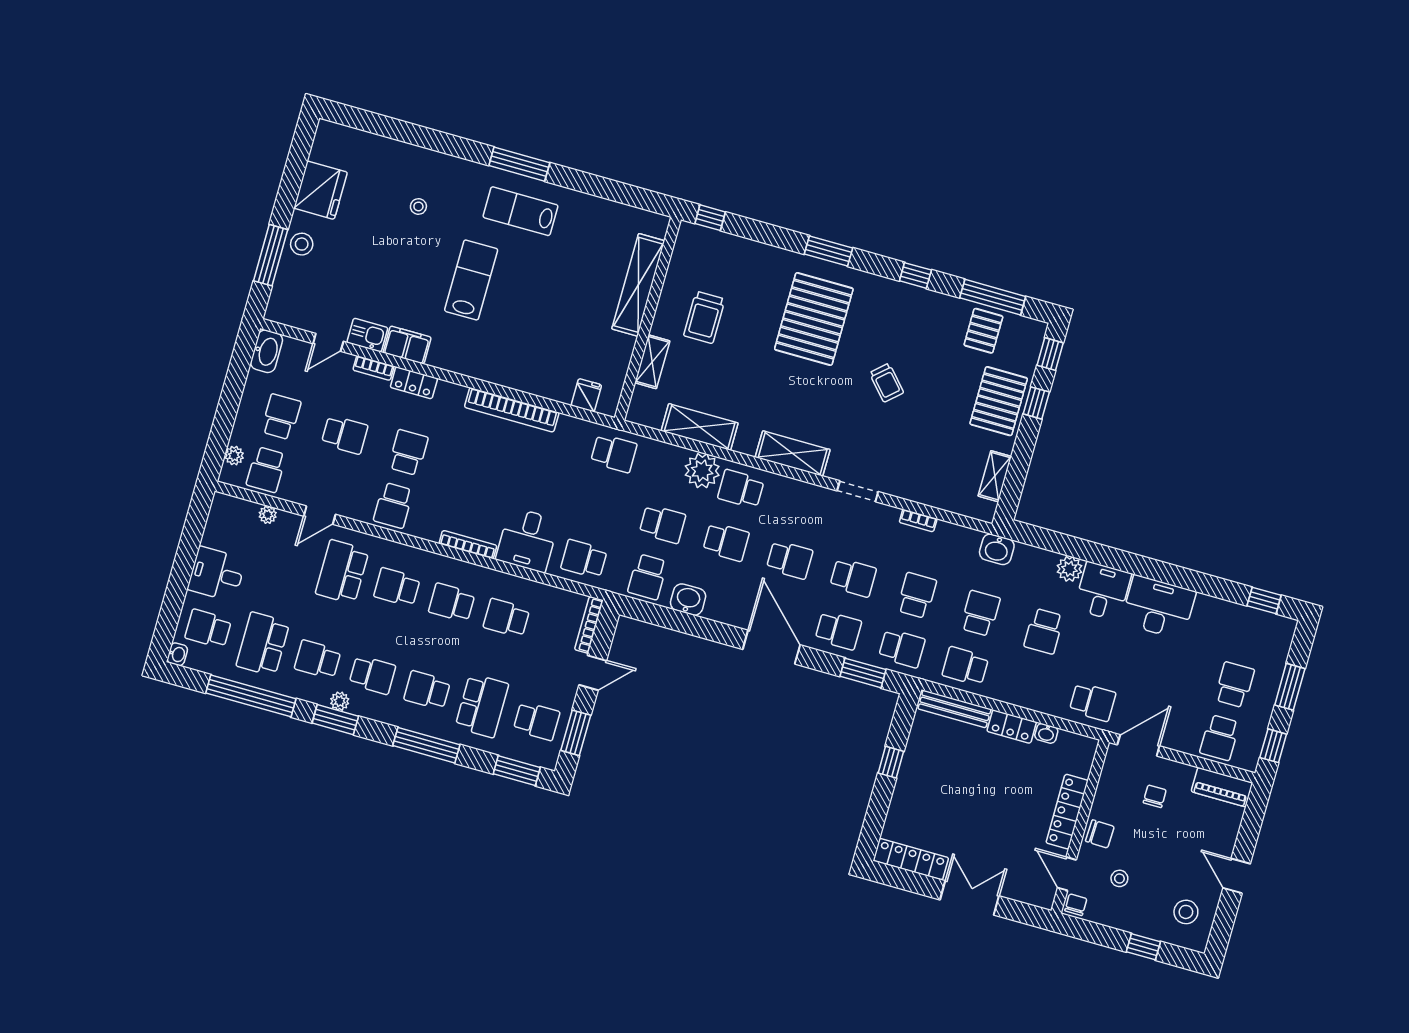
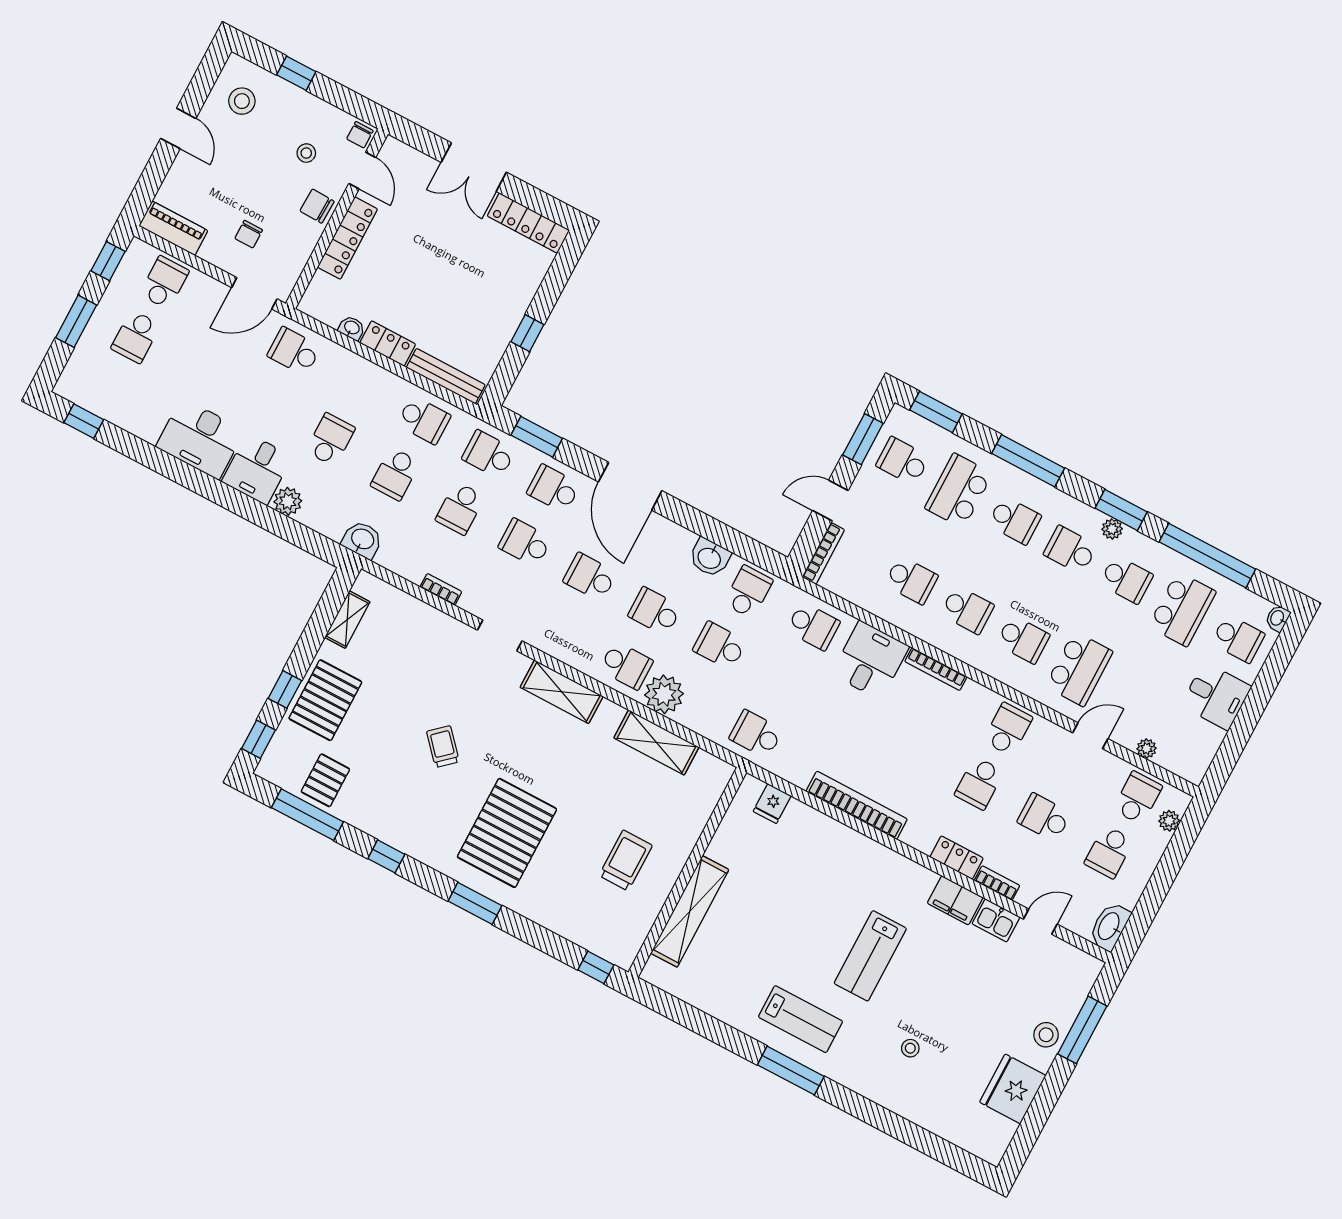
shelving: (652, 362) -> (693, 824), removed

